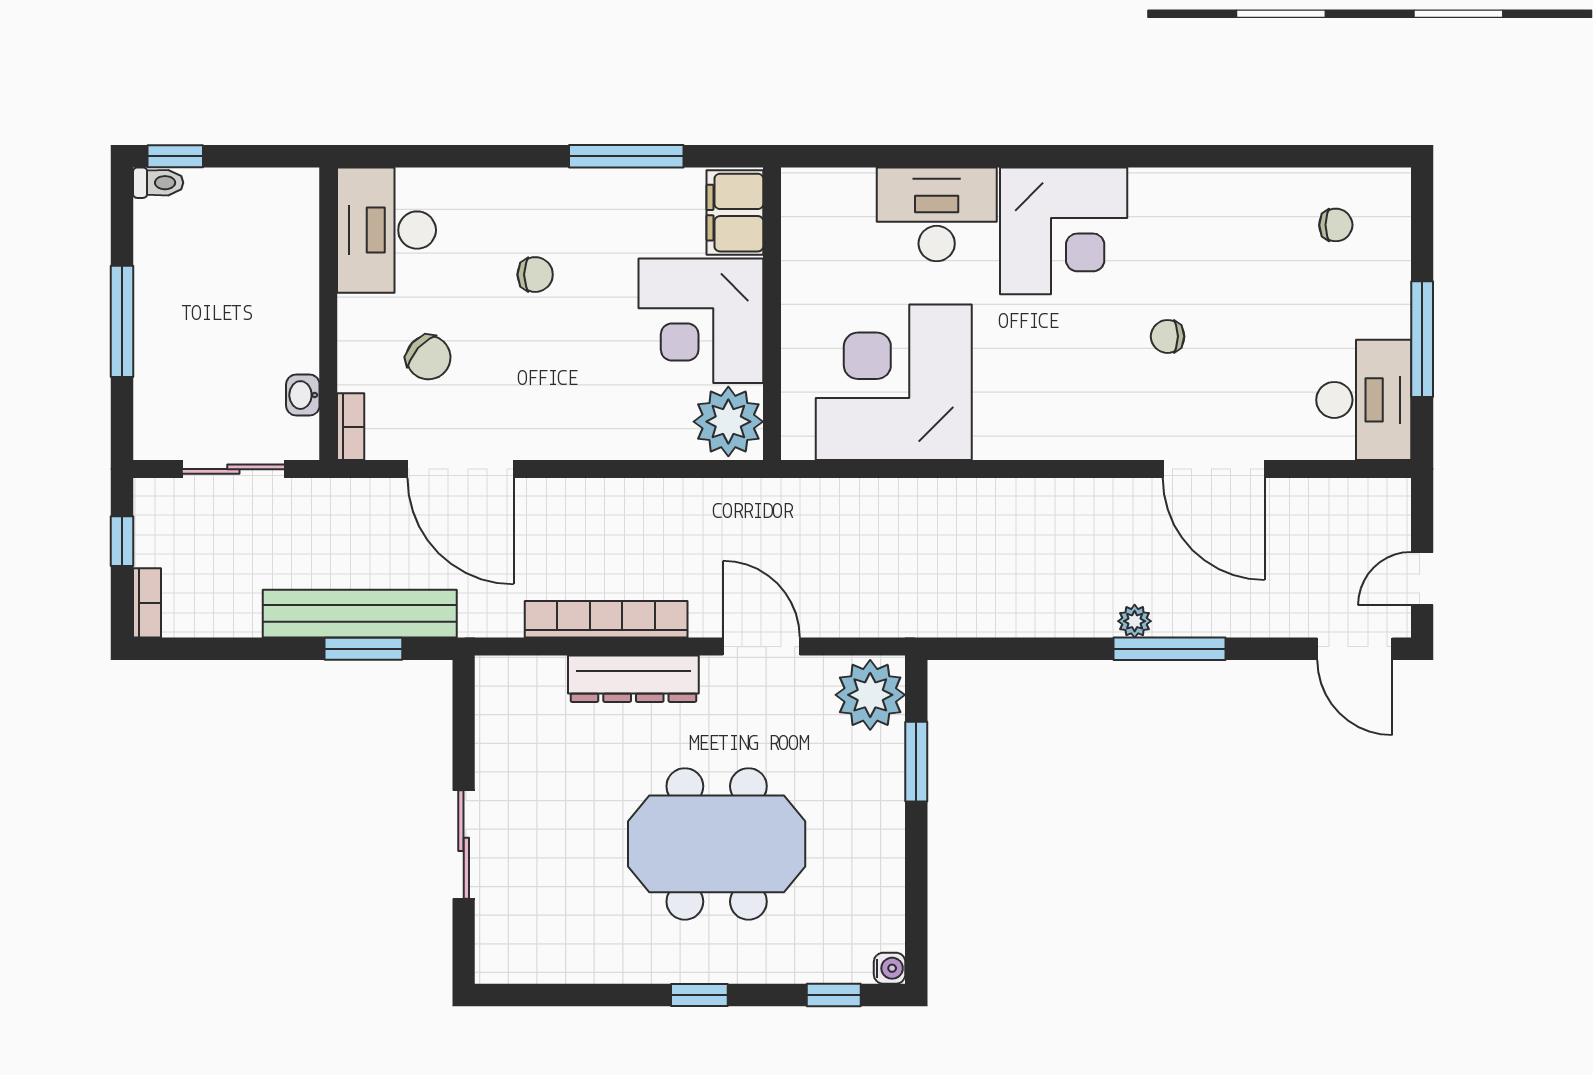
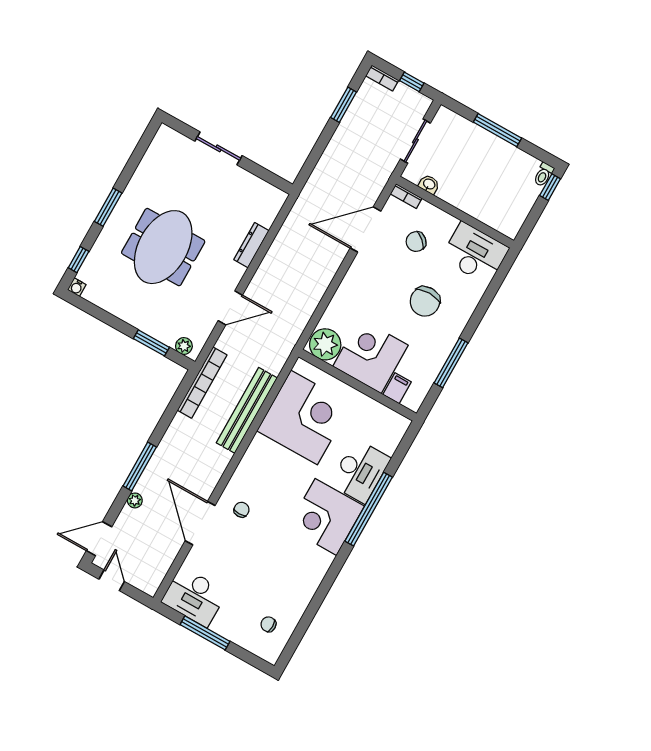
window: (1001, 156) -> (369, 509), added
filing cabinet: (735, 213) -> (397, 388), width x0.50
chair: (1336, 225) -> (268, 624), turned 90
chair: (535, 275) -> (425, 301), width x1.87, depth x1.87
chair: (1168, 336) -> (242, 510), moved
door: (1214, 469) -> (200, 523), hinge flipped
bench: (360, 614) -> (247, 410), moved
bookcase: (606, 619) -> (202, 383), moved
plant: (1135, 621) -> (135, 500), moved
window: (363, 649) -> (344, 105), moved
dresser: (633, 679) -> (251, 245), width x0.73, depth x0.80
plant: (870, 695) -> (184, 346), width x0.53, depth x0.53
window: (699, 995) -> (108, 207), width x1.50

